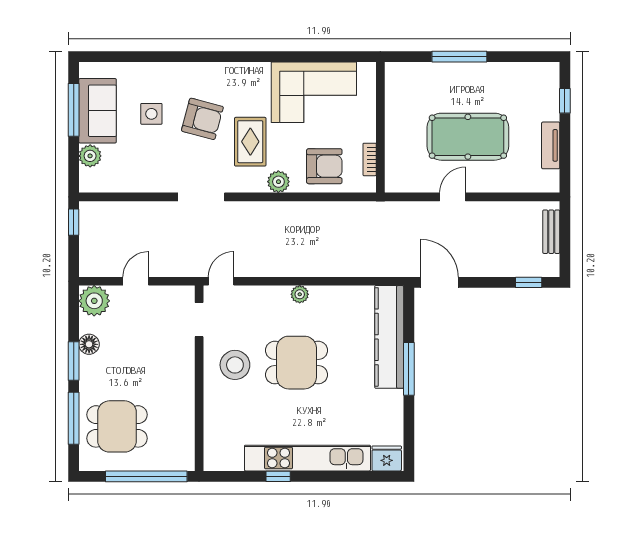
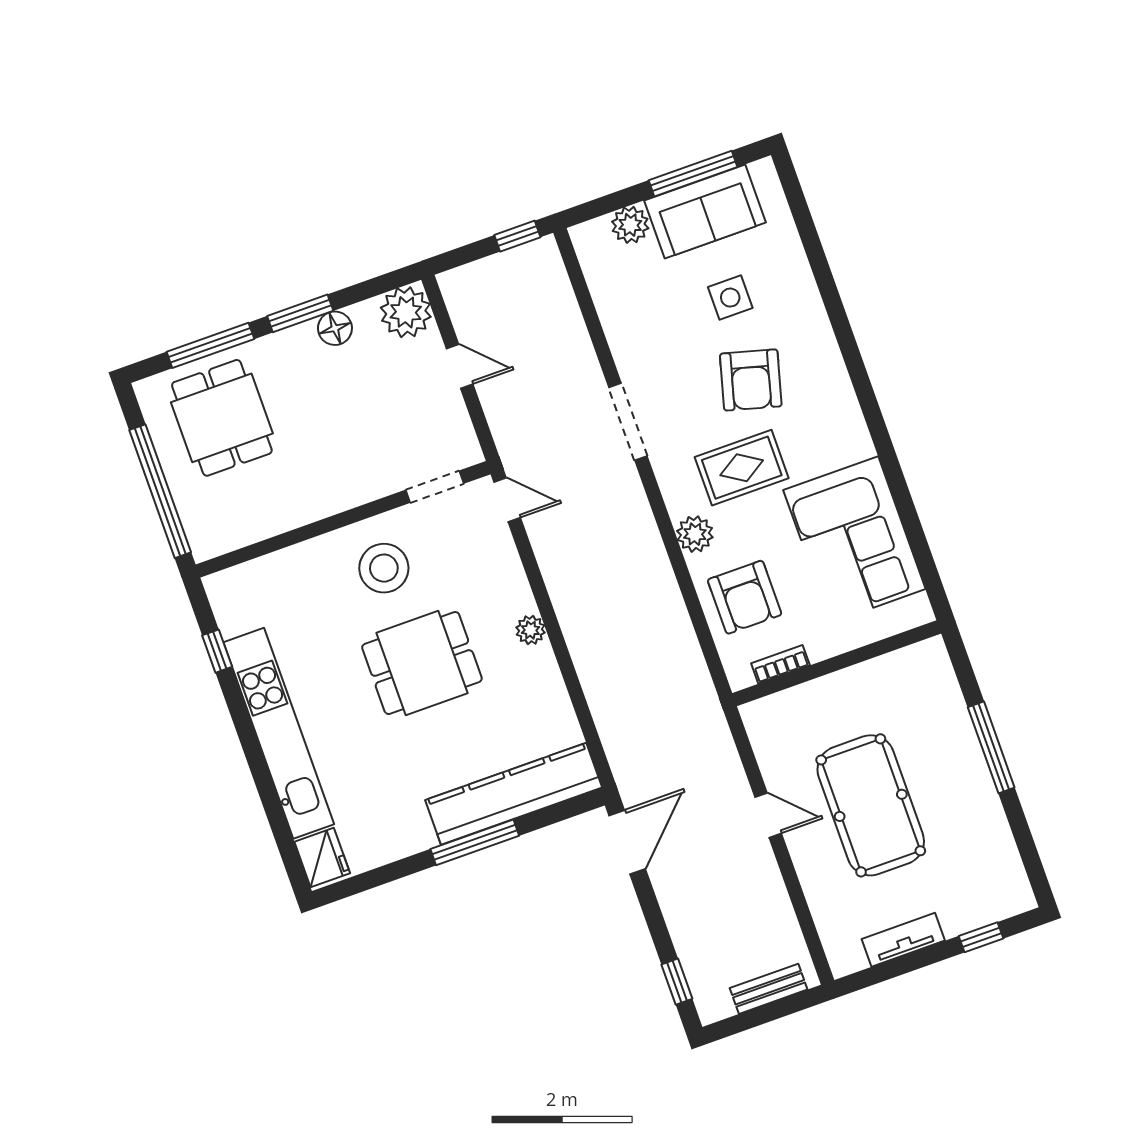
dining table: (296, 363) -> (422, 663), turned 90
window: (278, 476) -> (217, 651), moved

